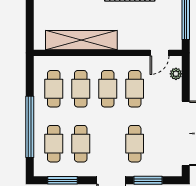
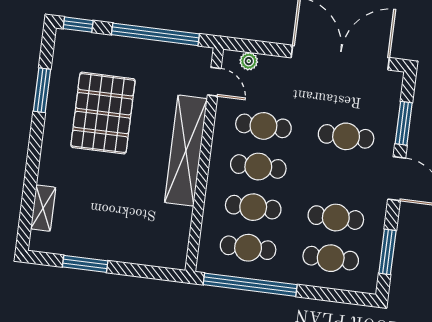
shelving: (81, 40) -> (186, 151), moved
window: (30, 127) -> (250, 285), moved

